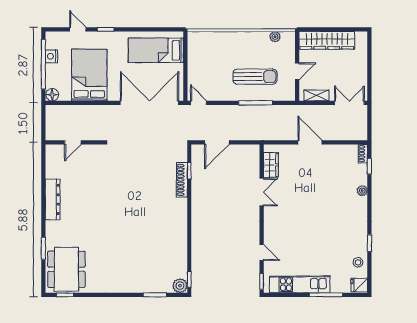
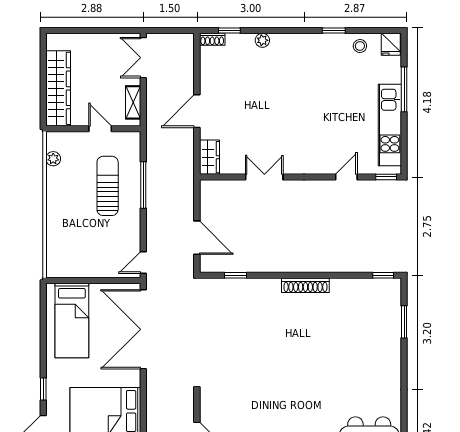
wardrobe: (271, 165) -> (209, 157), moved, turned 90
shoe rack: (182, 180) -> (305, 285), moved
plant: (180, 286) -> (391, 288), removed

